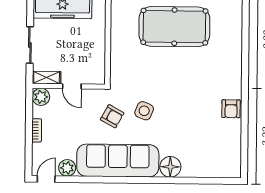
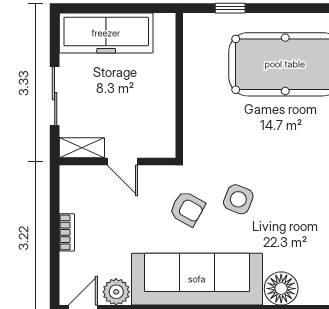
plant: (41, 97) -> (73, 179), removed

